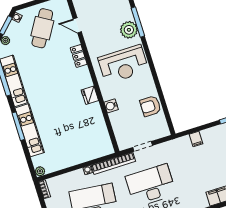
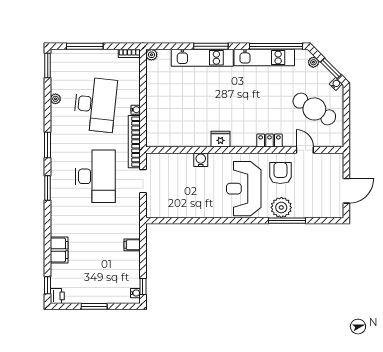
door: (77, 25) -> (305, 150), hinge flipped
armchair: (150, 106) -> (280, 173), moved

